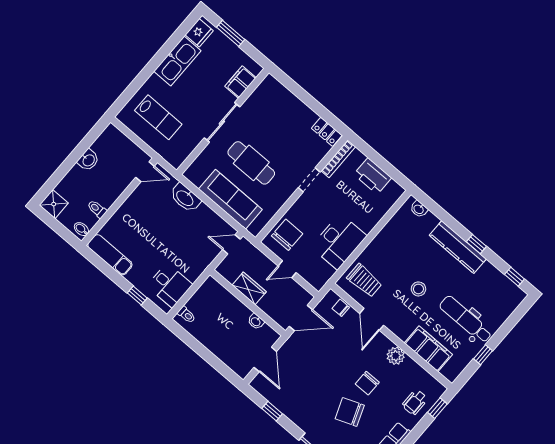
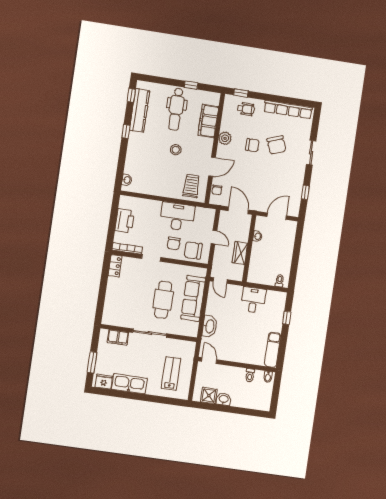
shower: (54, 204) -> (209, 395), moved
chair: (310, 217) -> (174, 243), added
kitchen counter: (458, 247) -> (140, 110), moved
desk: (170, 285) -> (253, 300), moved

